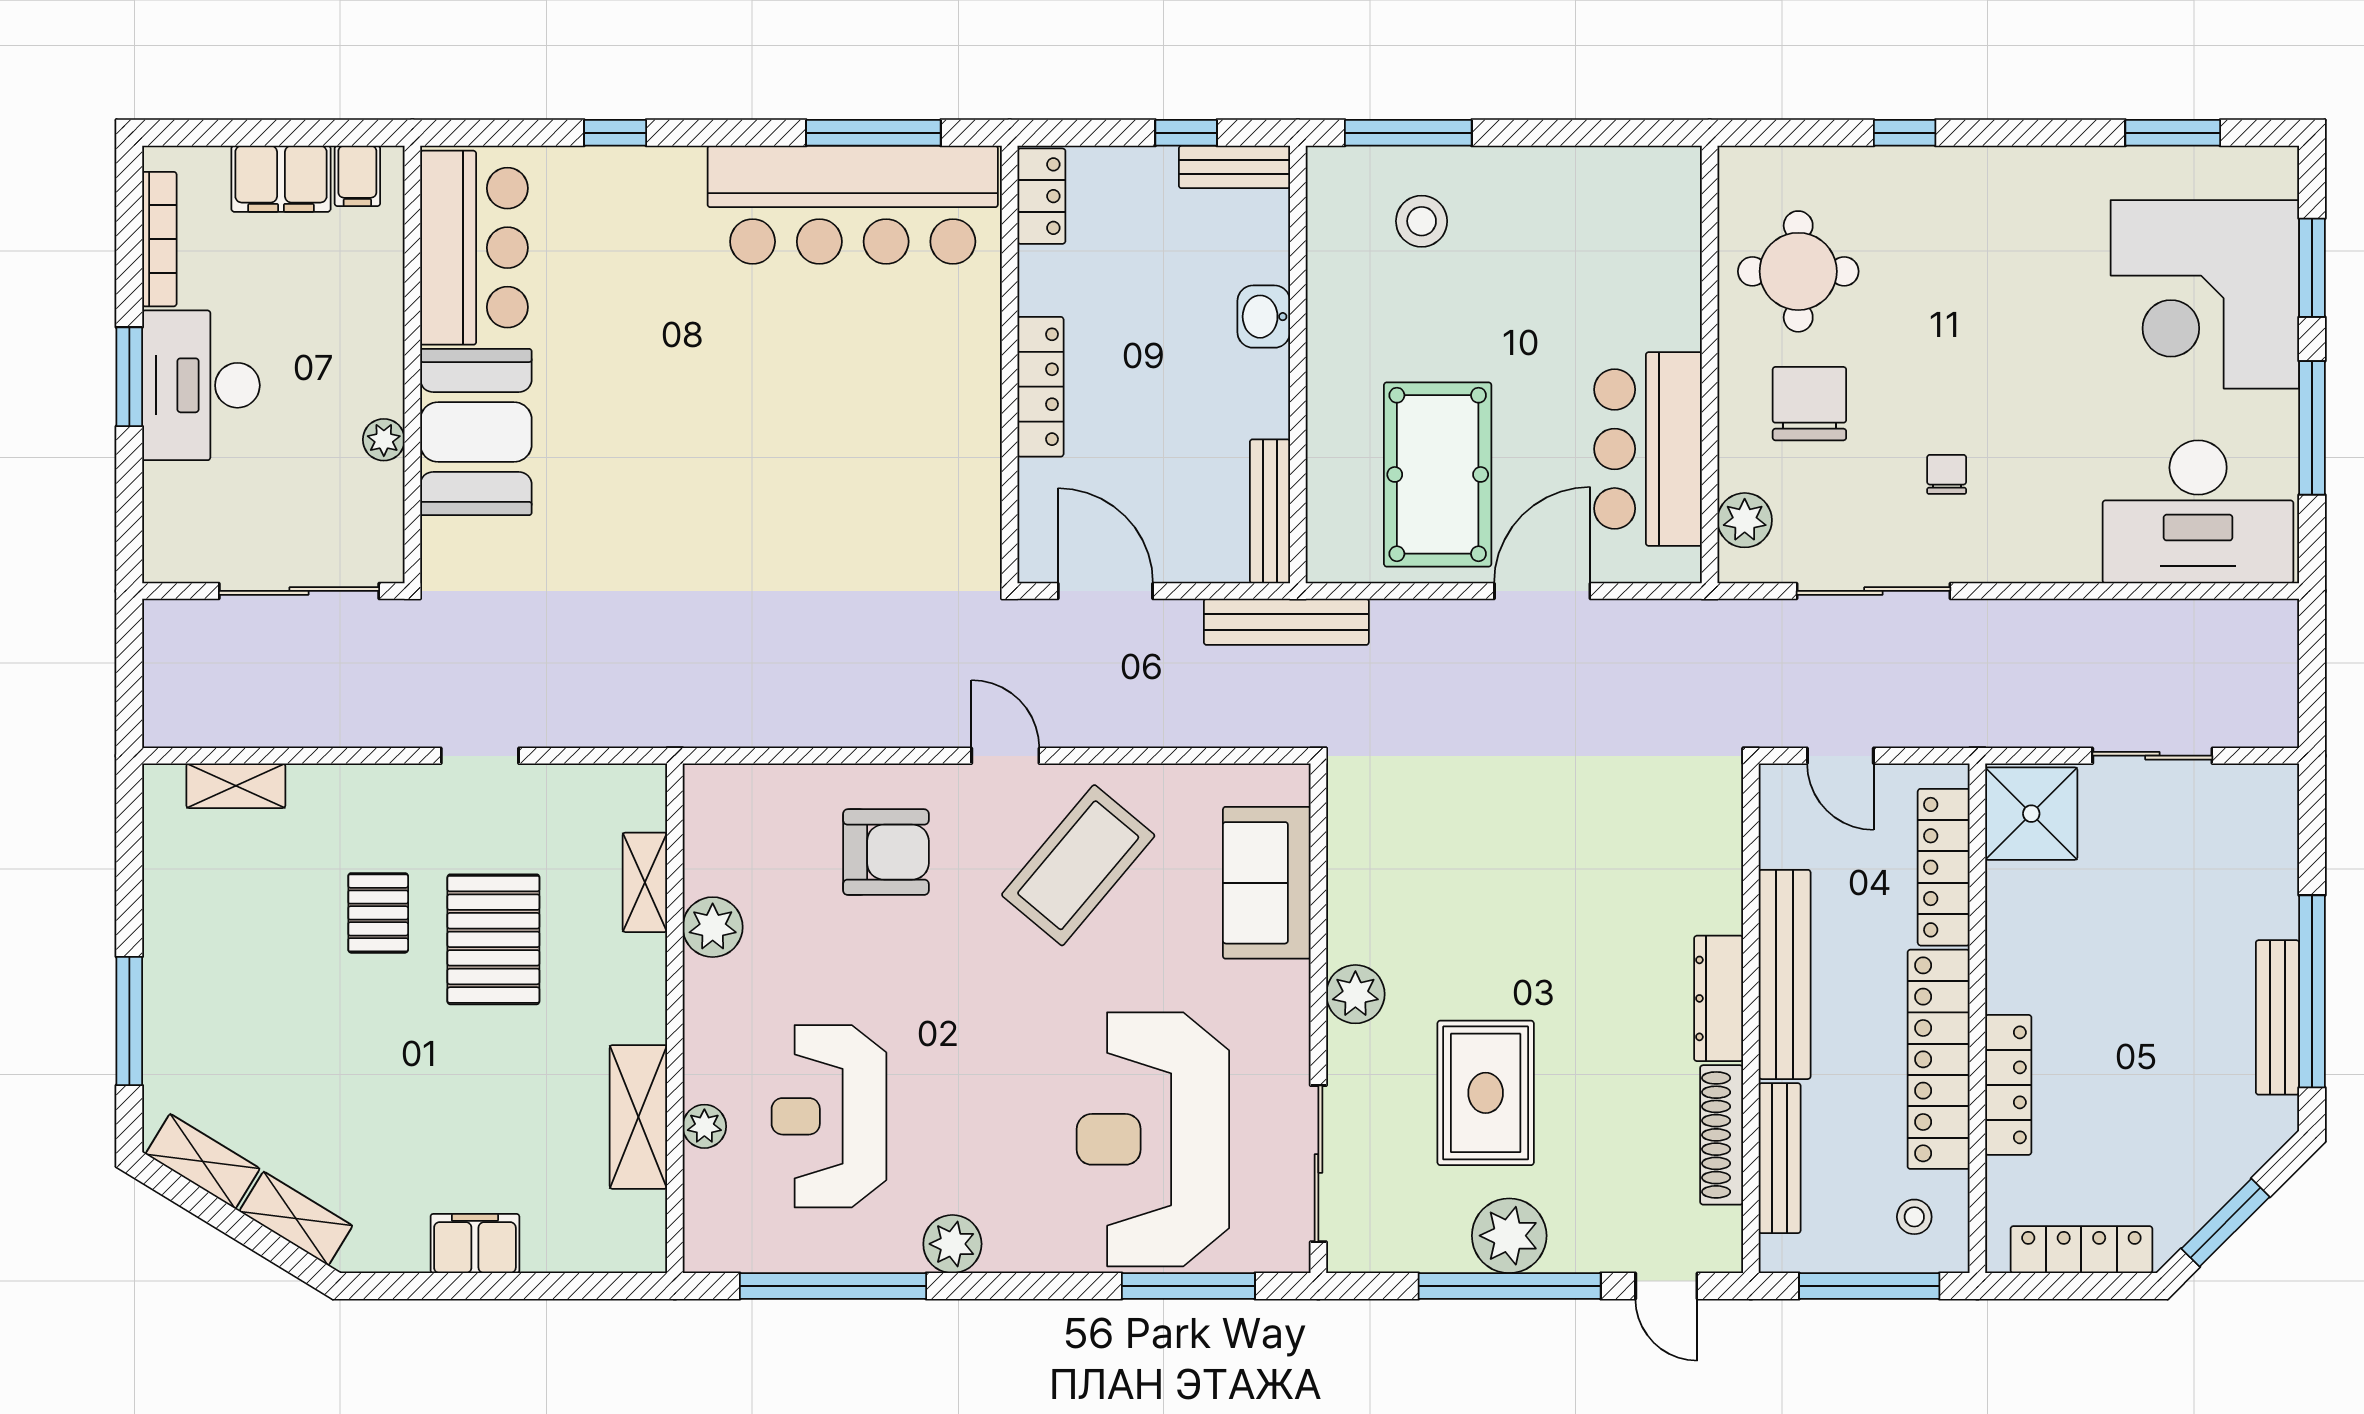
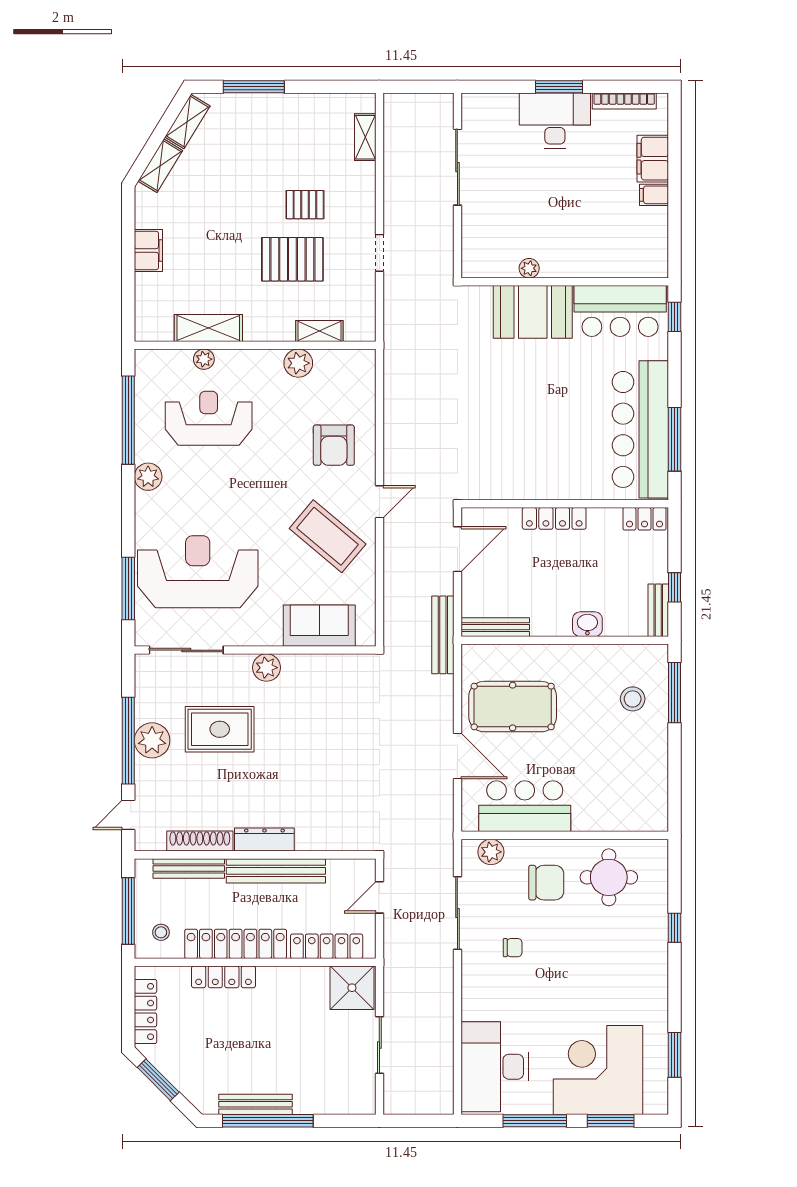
bar counter: (474, 248) -> (620, 311), moved
wall: (412, 364) -> (565, 282), moved
booth: (476, 432) -> (533, 312), moved
plant: (384, 440) -> (529, 268), moved

